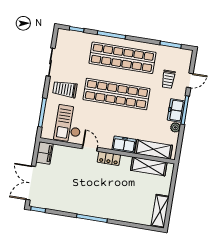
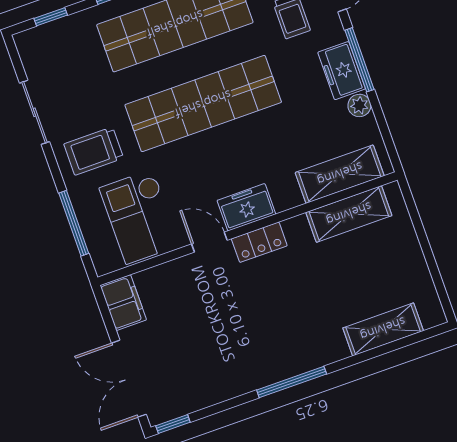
freezer: (124, 145) -> (246, 207), moved
shelving: (160, 211) -> (383, 329), moved, turned 90

